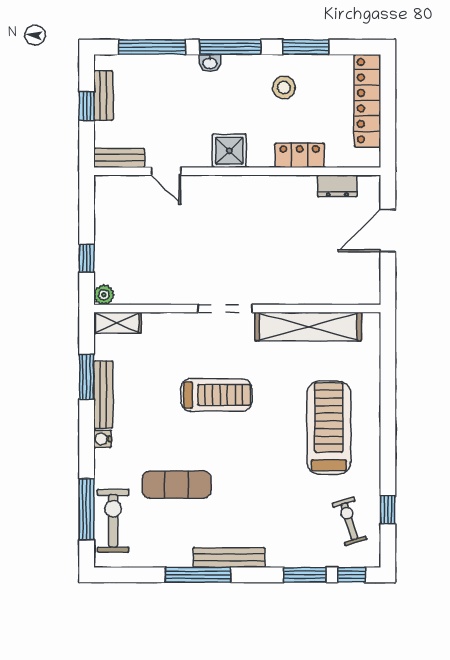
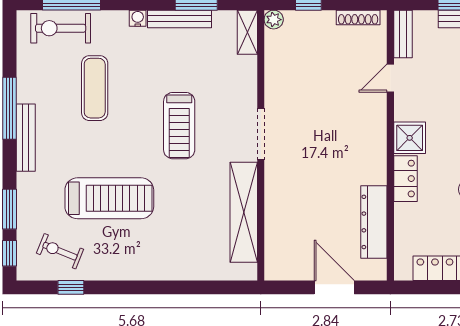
locker: (300, 155) -> (405, 179), moved
dresser: (337, 186) -> (374, 222), width x1.96, depth x1.24
shoe rack: (102, 205) -> (358, 17), added
treadmill: (329, 428) -> (109, 198), moved
exercise bike: (113, 521) -> (61, 28), turned 180
exercise bike: (349, 521) -> (60, 251), turned -141

